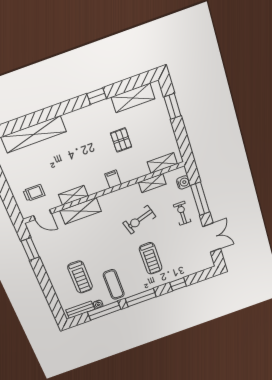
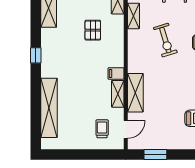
window: (97, 96) -> (36, 55), moved
pallet: (121, 140) -> (93, 30), moved, turned 90
filing cabinet: (113, 179) -> (116, 73), moved

